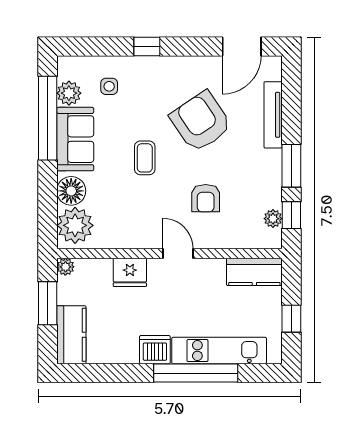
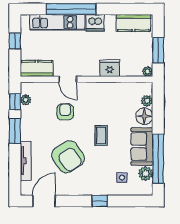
plant: (75, 225) -> (147, 101), width x0.53, depth x0.53
door: (178, 253) -> (68, 79), moved
kitchen counter: (71, 335) -> (133, 23), moved, turned -90

